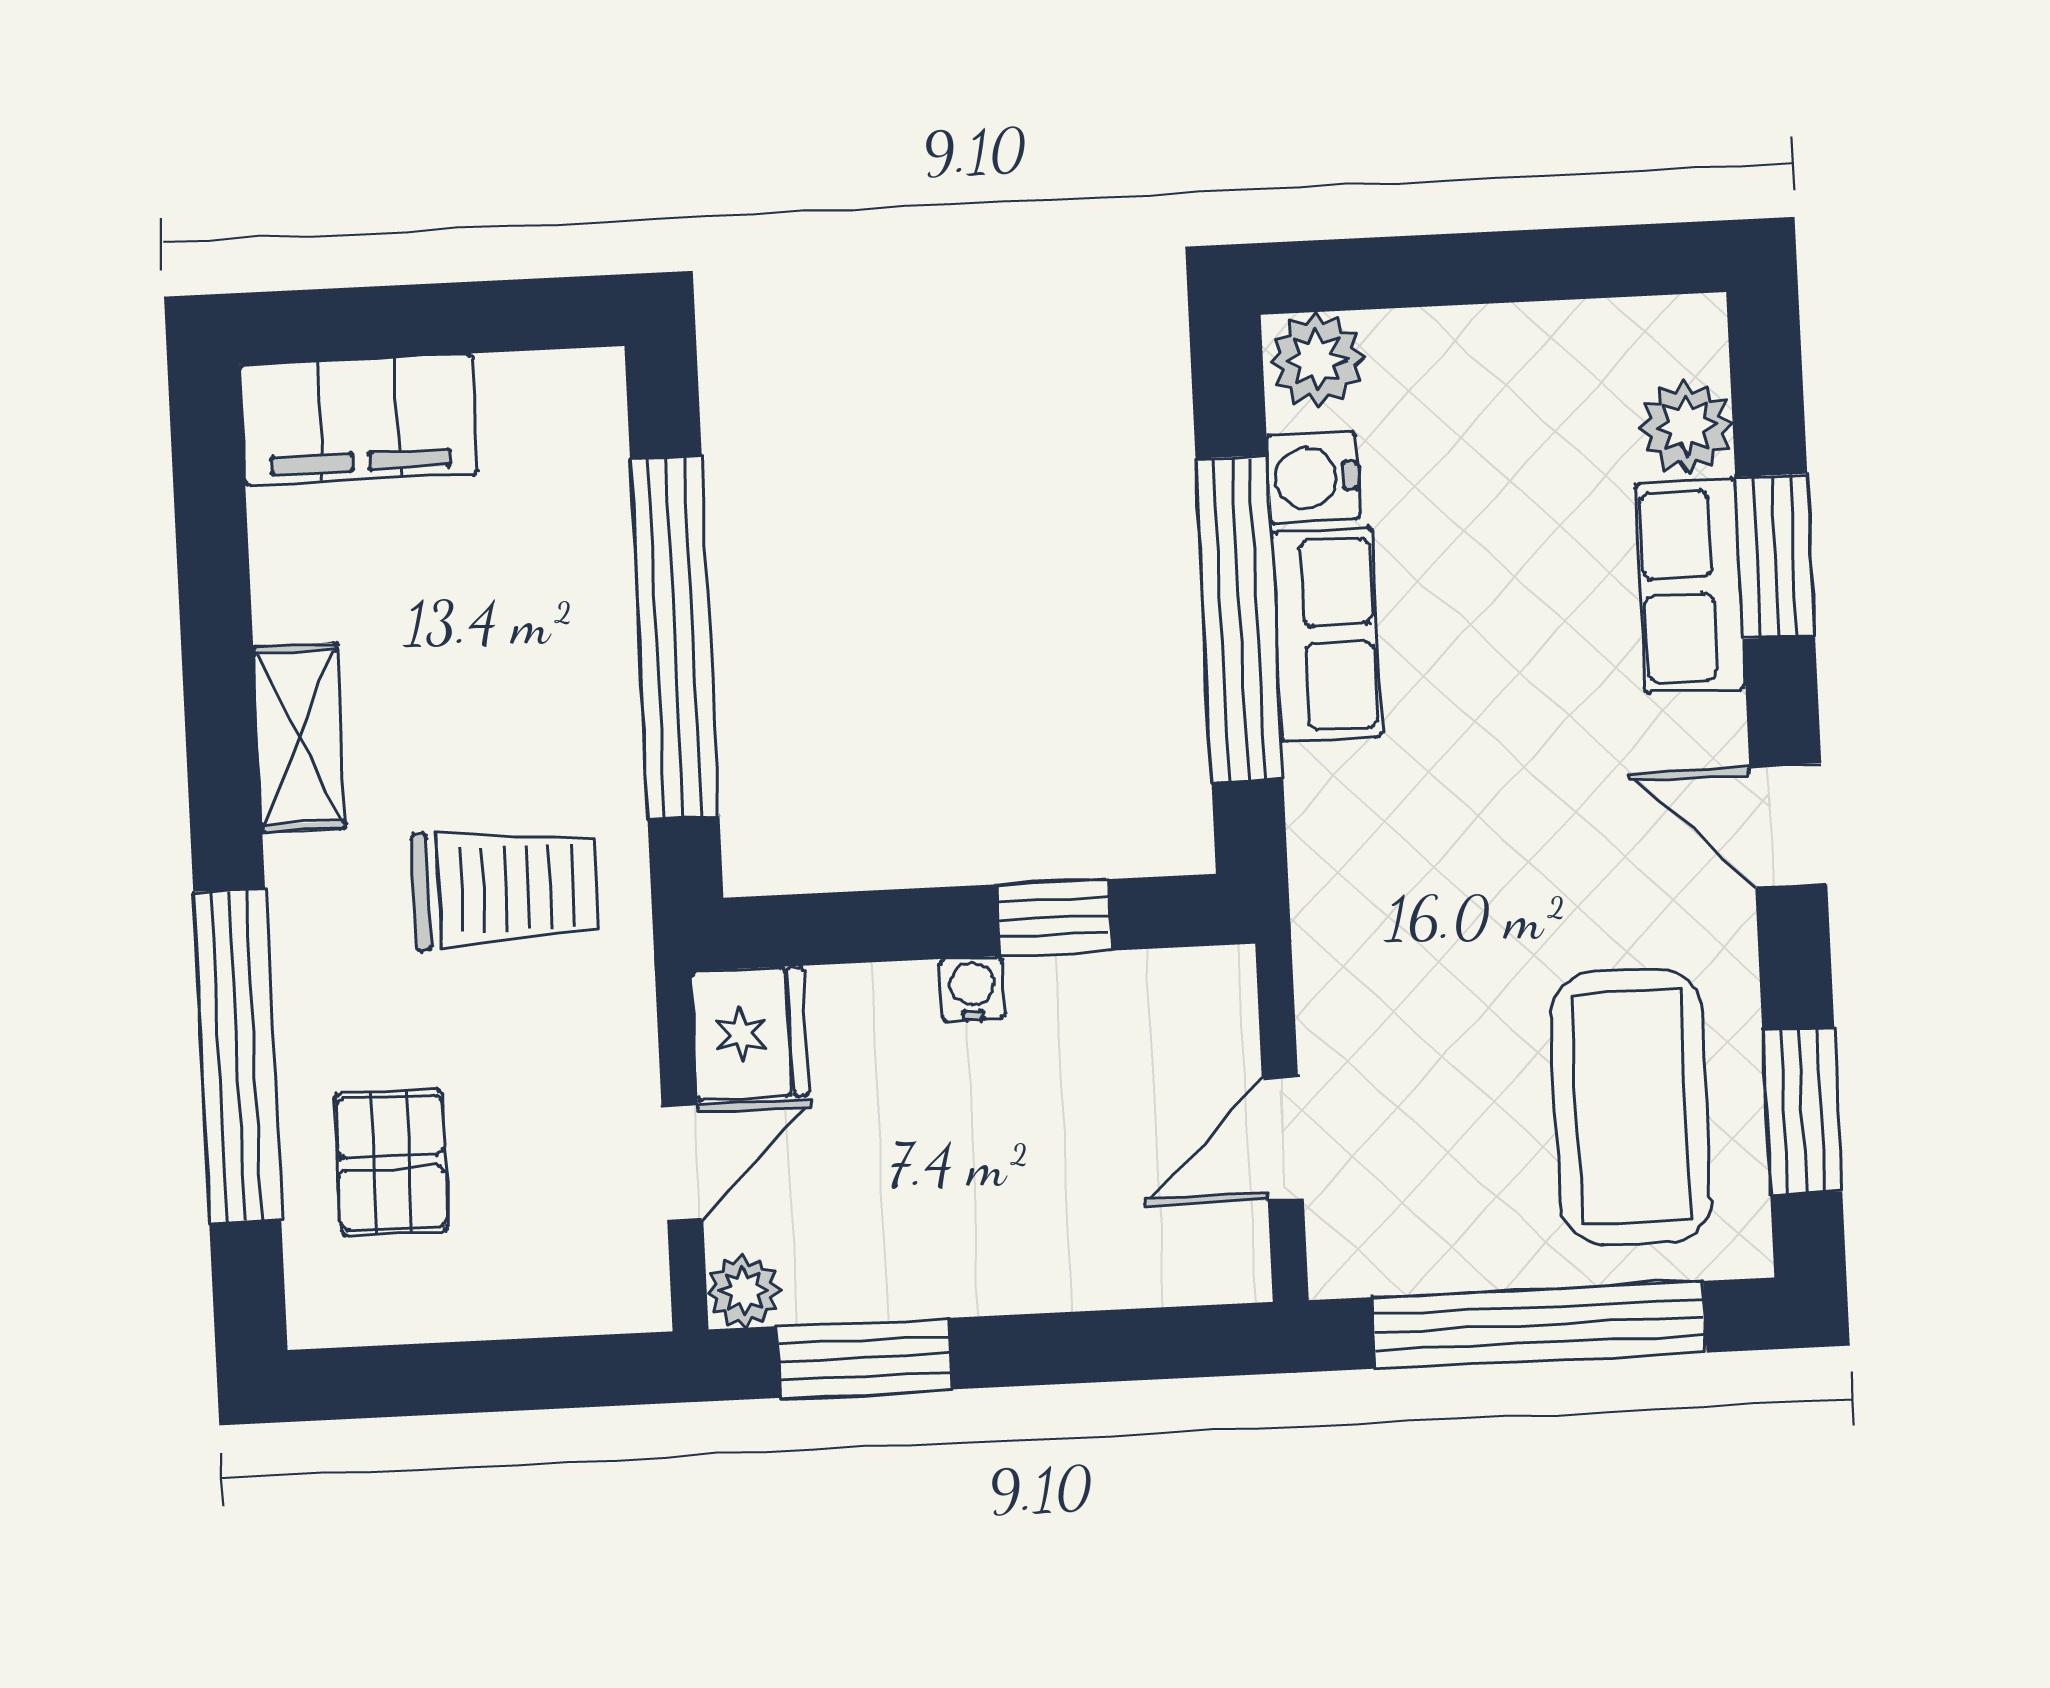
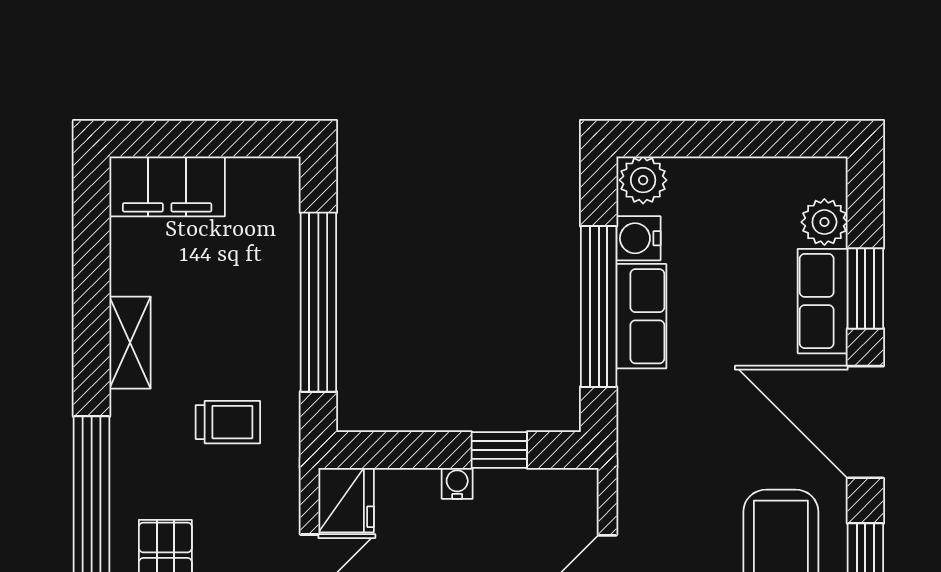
door: (1788, 825) -> (865, 422), width x1.88
trolley: (504, 888) -> (228, 422), width x0.73, depth x0.72

